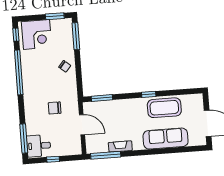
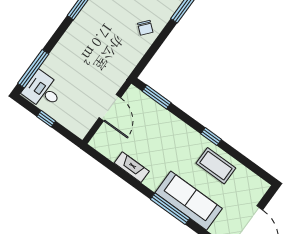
chair: (55, 108) -> (95, 64), removed
coffee table: (164, 108) -> (216, 166), width x0.73, depth x0.76
window: (106, 155) -> (170, 209), moved

